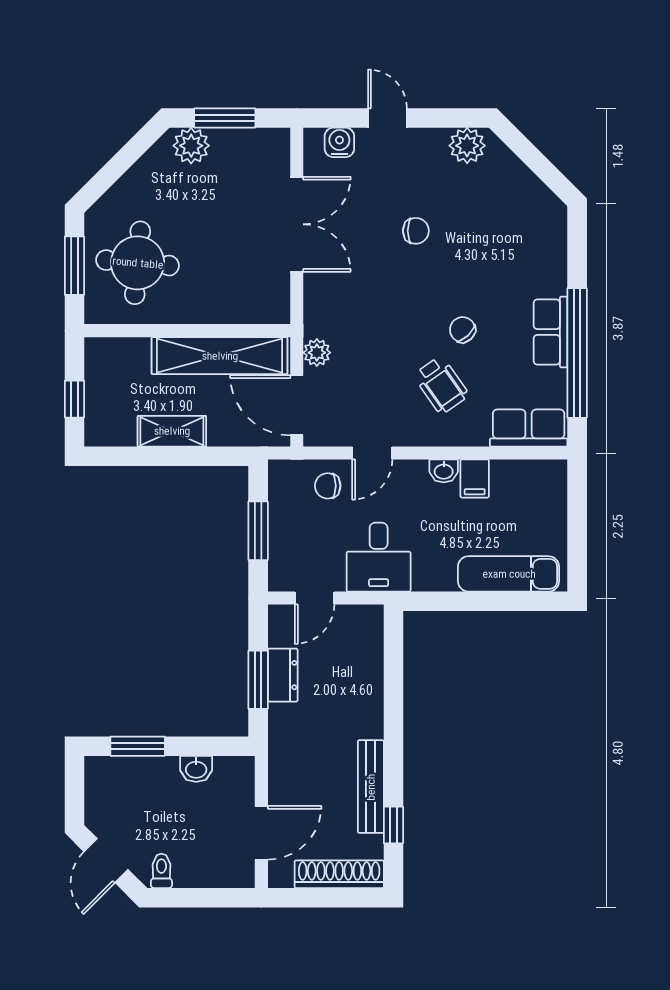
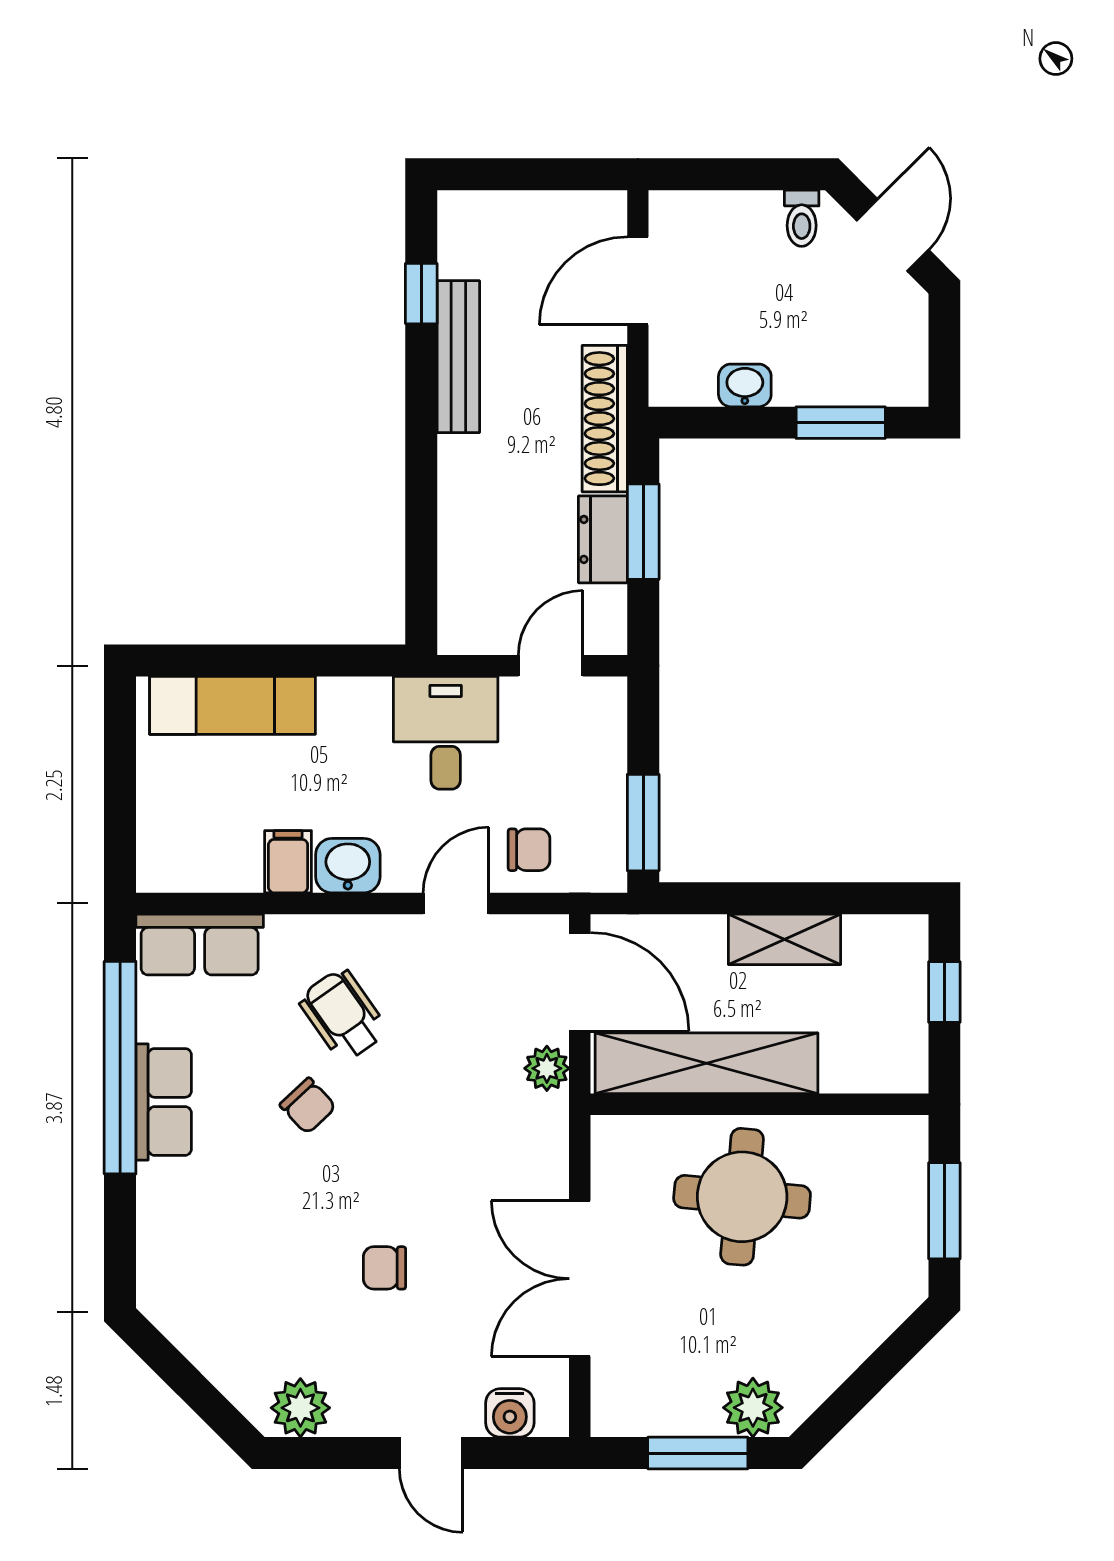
round table: (138, 263) -> (742, 1197), moved
washbasin: (444, 471) -> (348, 866), width x1.38, depth x1.45
window: (258, 531) -> (643, 823), moved
shoe rack: (339, 874) -> (605, 419), moved, turned 90

